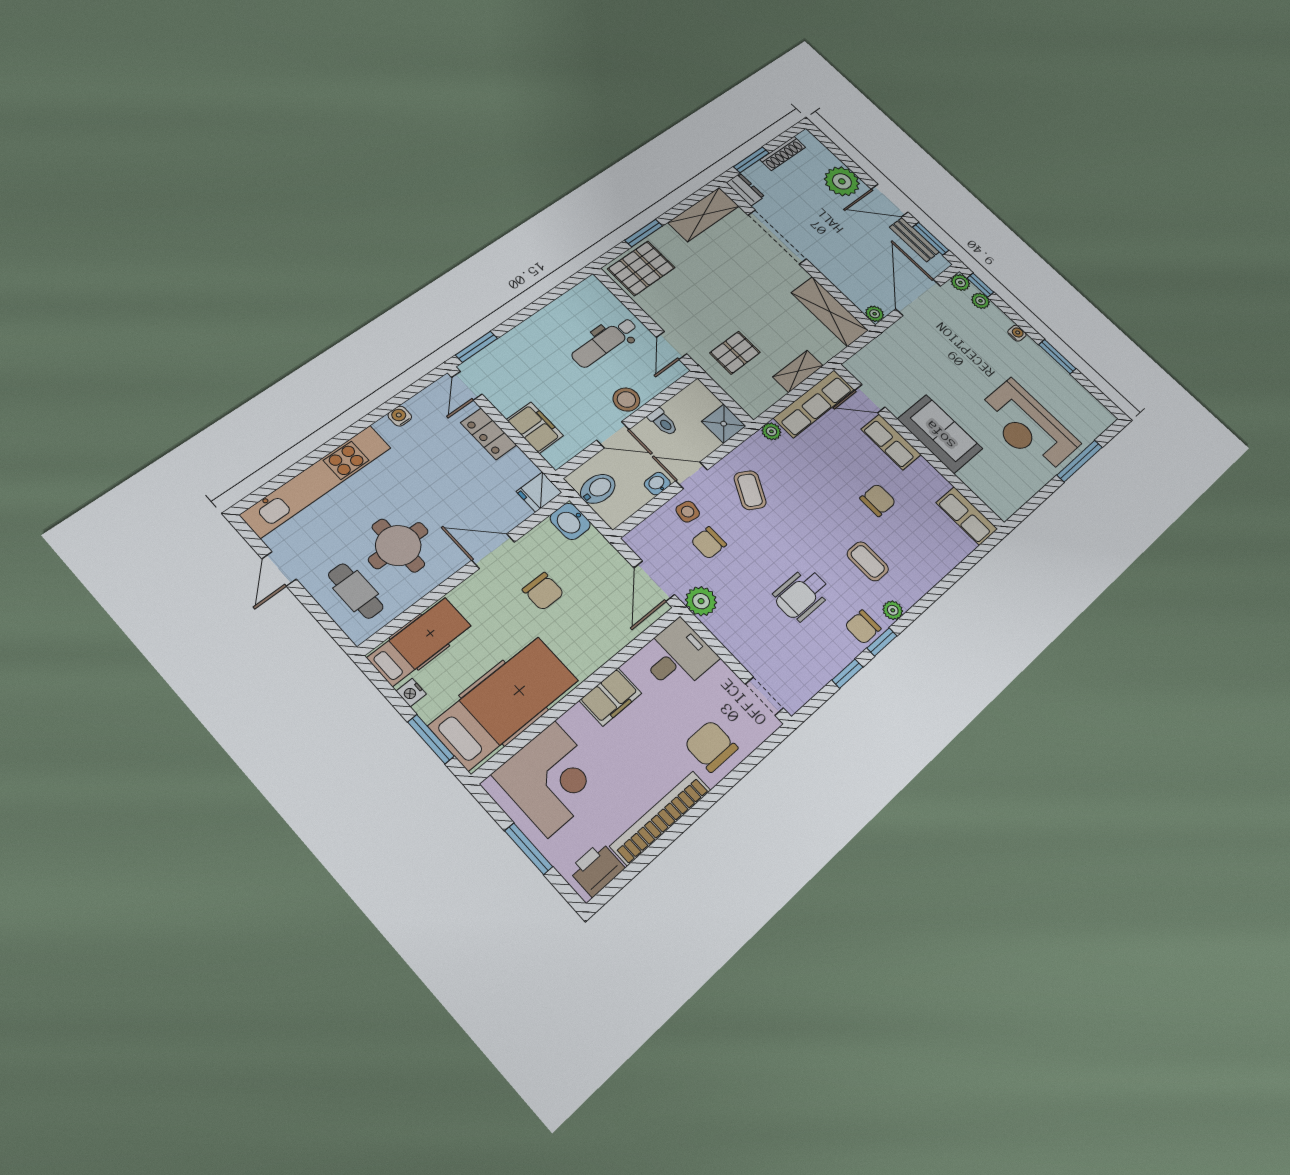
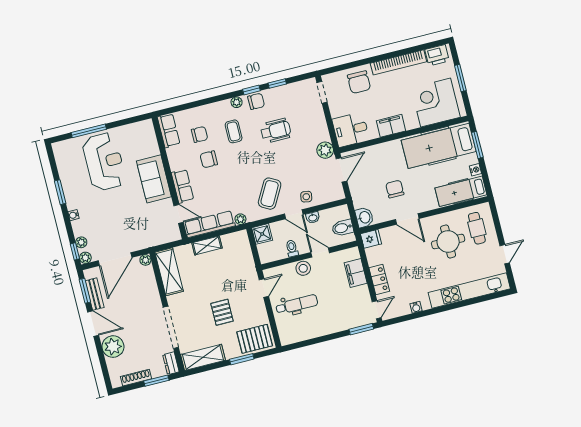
pallet: (735, 353) -> (222, 312), moved, turned 90
coffee table: (750, 490) -> (270, 194), width x1.36, depth x1.30
chair: (709, 543) -> (199, 134), moved

